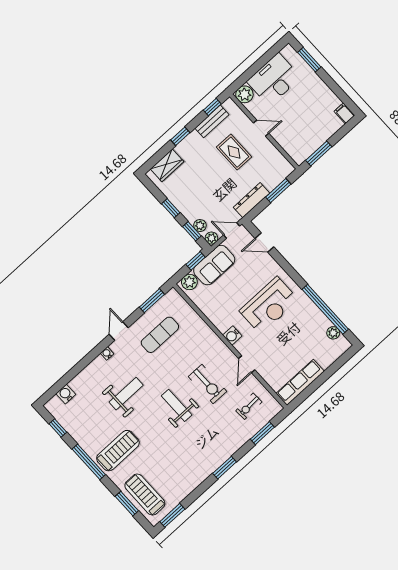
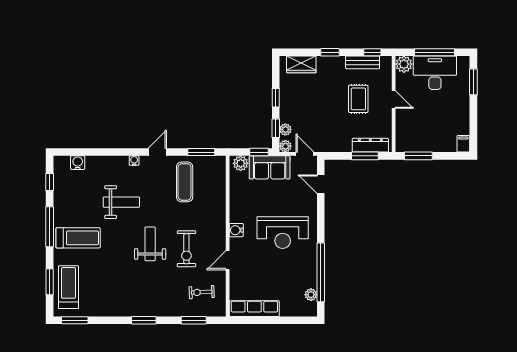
window: (259, 64) -> (434, 52), added
dresser: (251, 200) -> (370, 145), moved
exercise mat: (160, 335) -> (185, 182), turned 90

